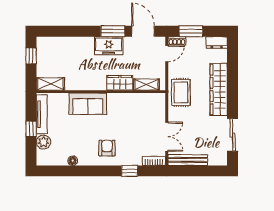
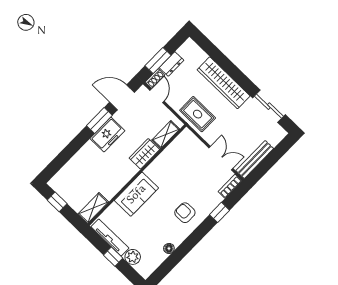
dresser: (217, 42) -> (172, 64), moved

